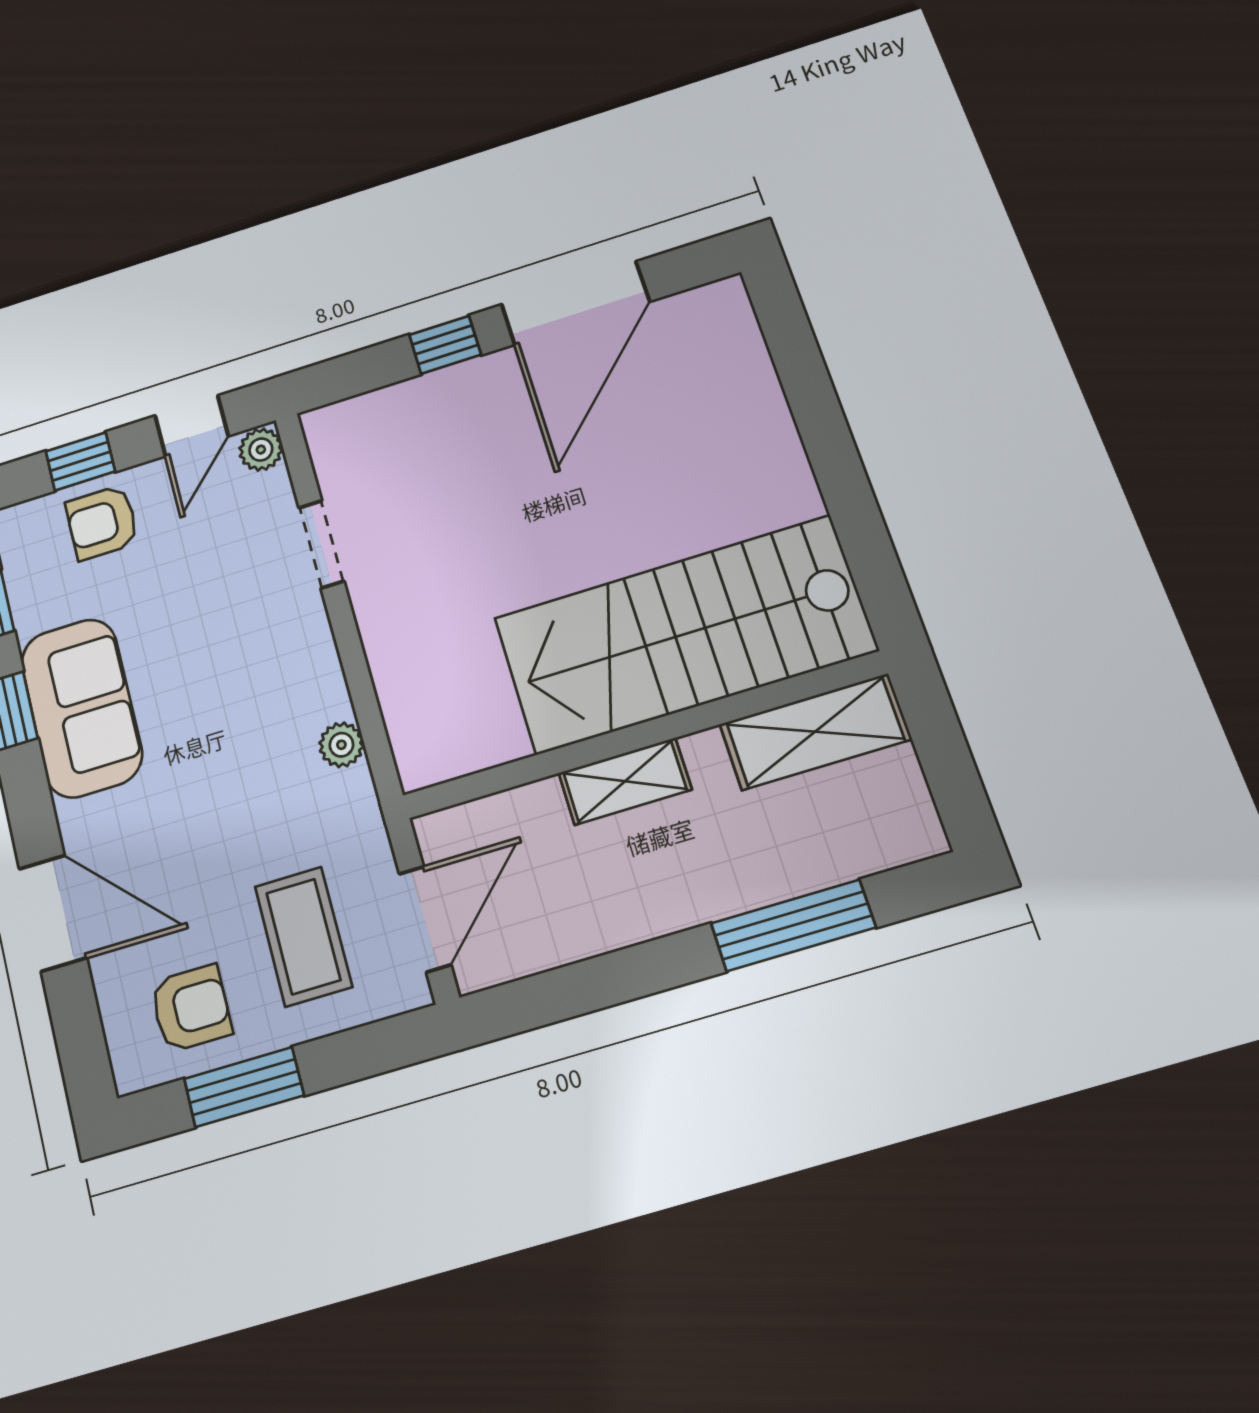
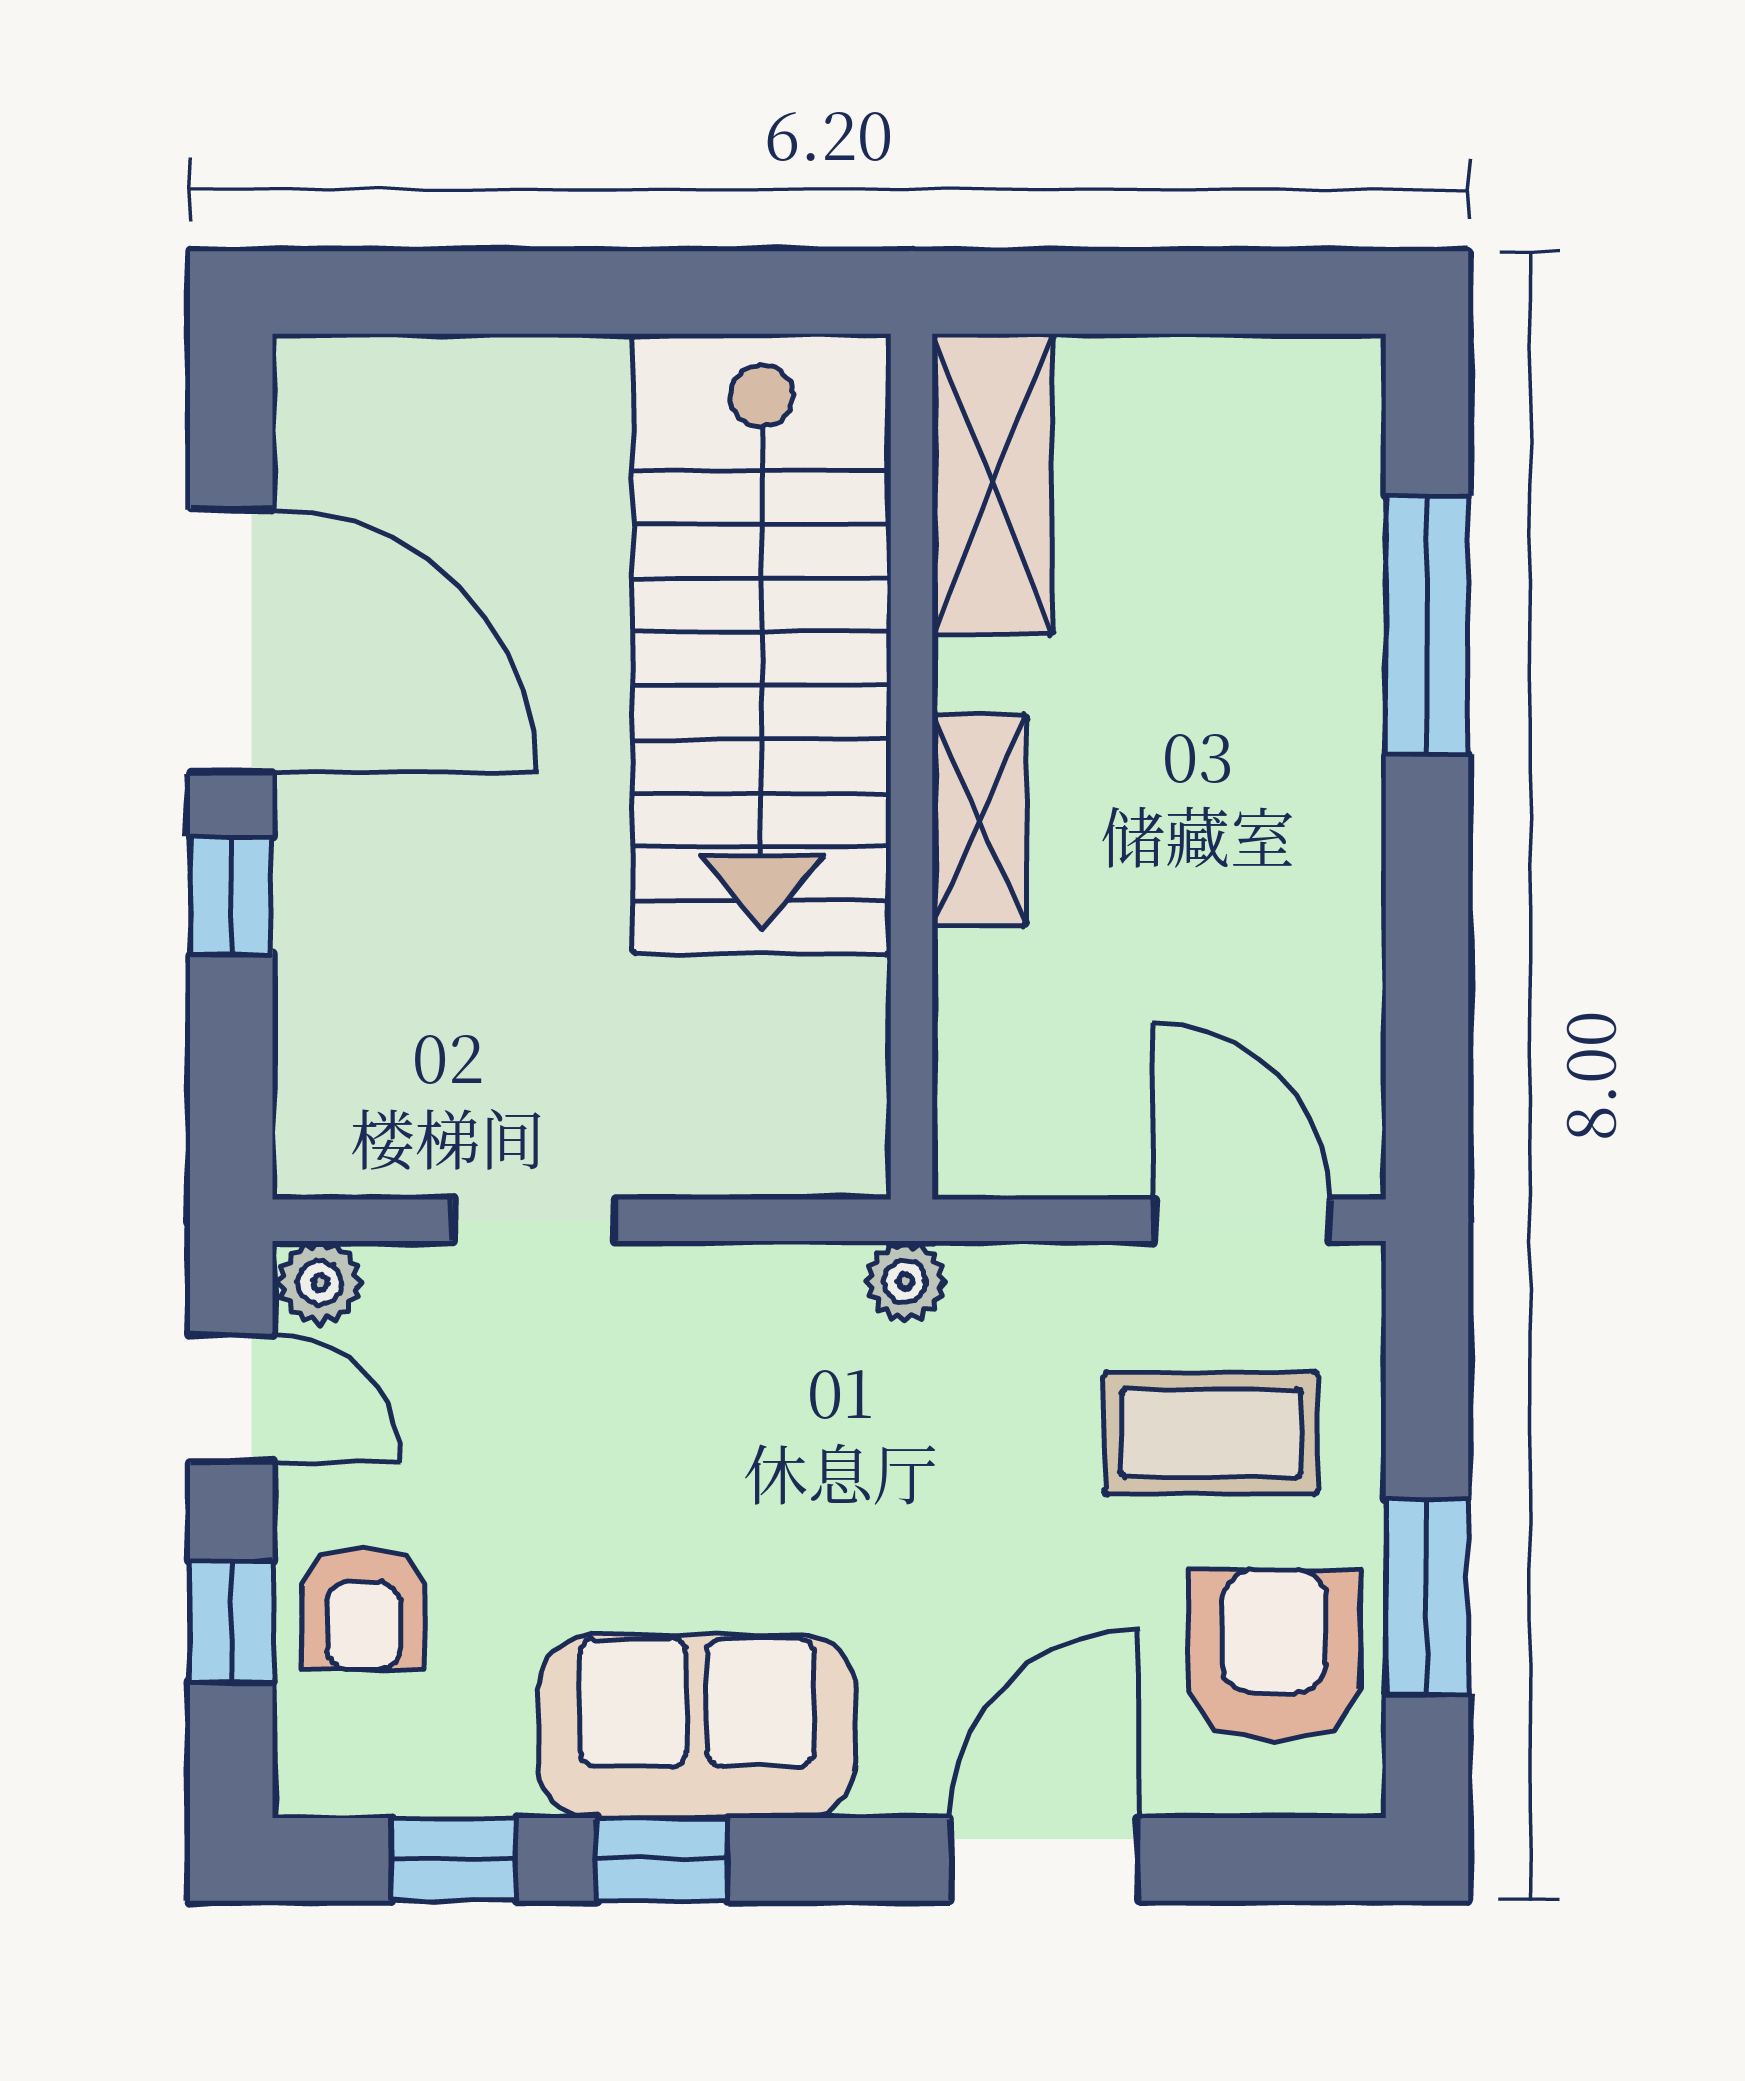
stairs: (684, 634) -> (762, 644), moved
shelving: (815, 732) -> (992, 484), moved
wall: (643, 735) -> (912, 767), moved
shelving: (625, 781) -> (980, 821), moved
armchair: (191, 1008) -> (1274, 1655), width x1.38, depth x1.38

